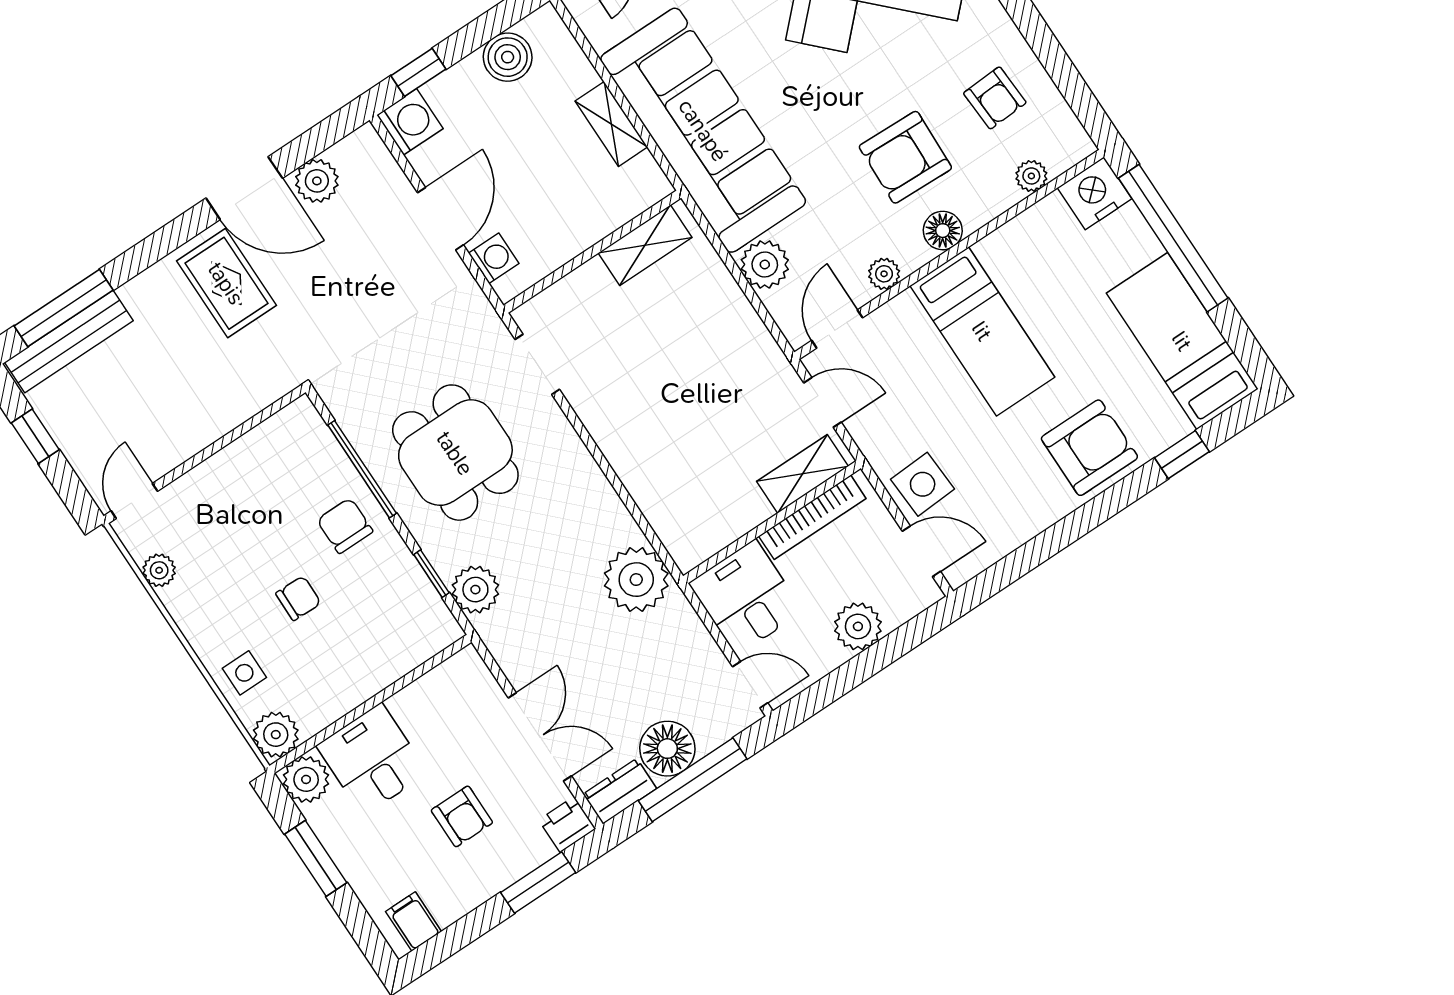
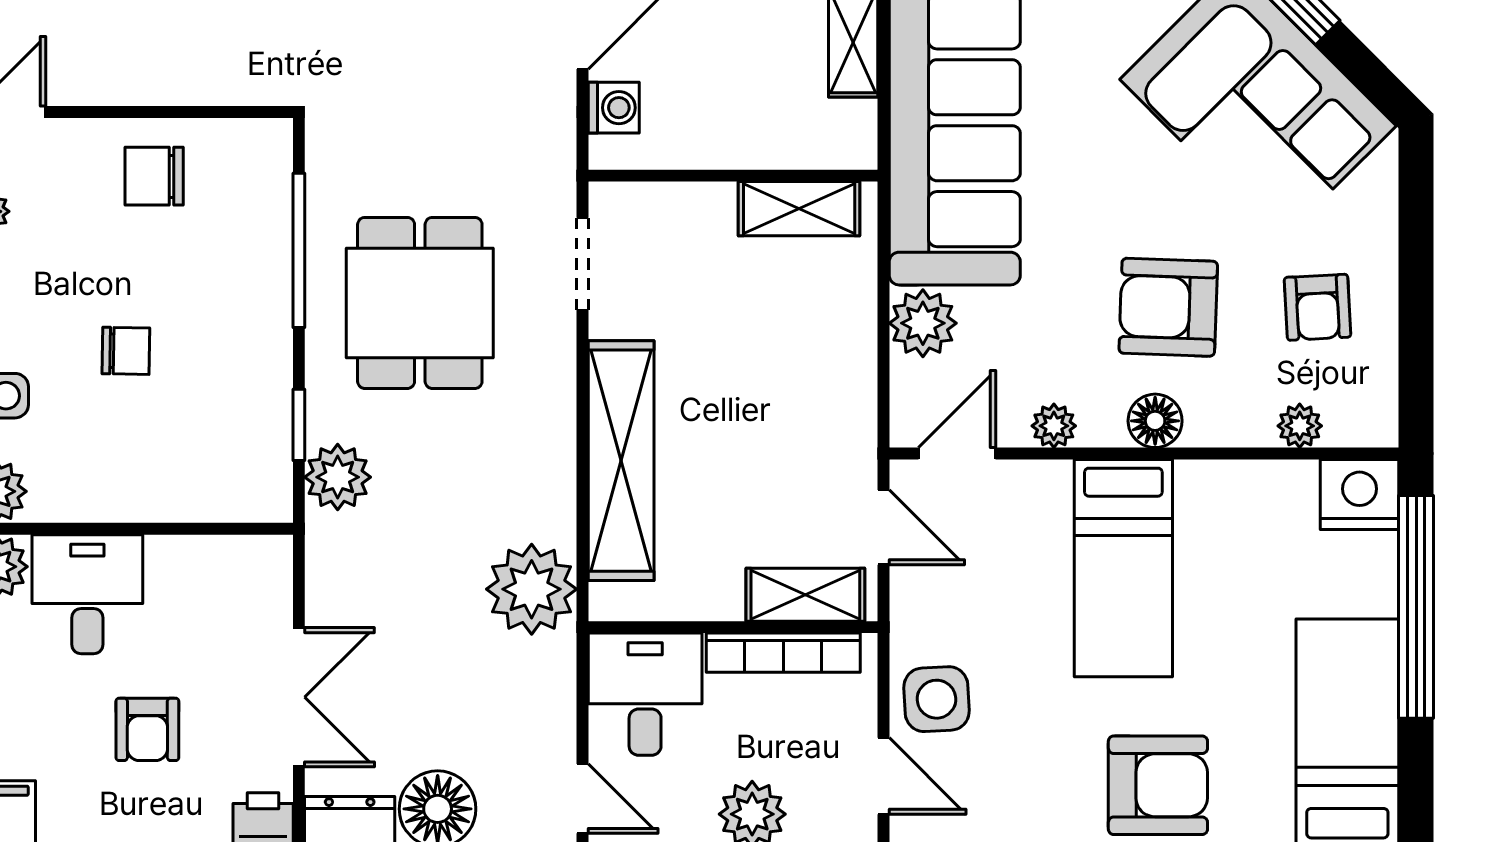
shelving: (639, 467) -> (621, 461), added
chair: (345, 526) -> (154, 176), moved, turned -90

